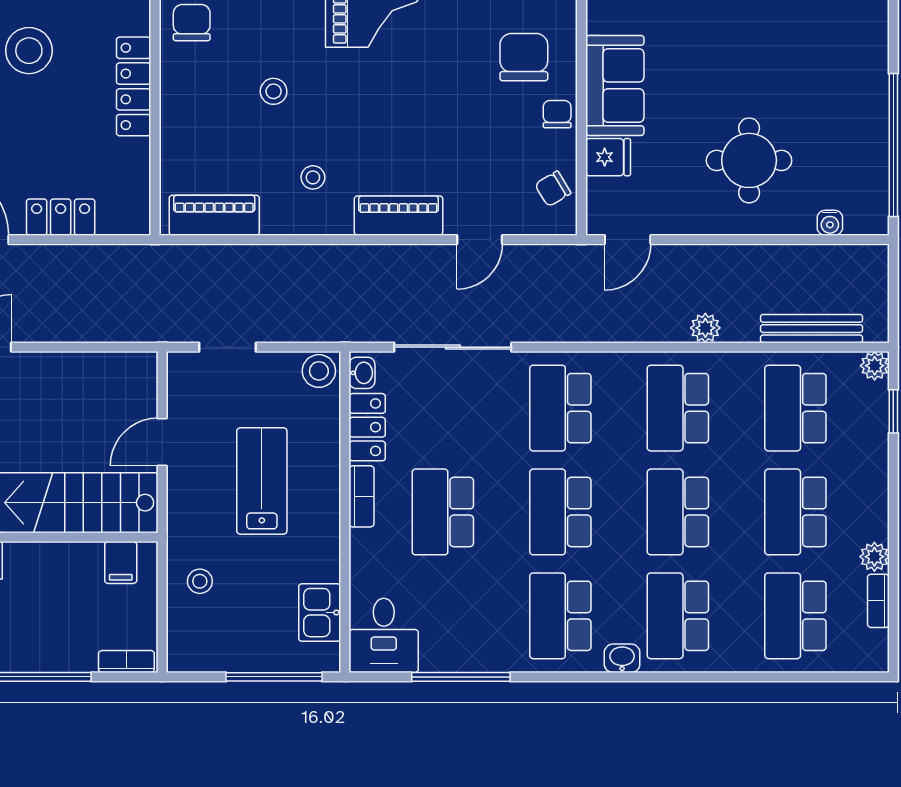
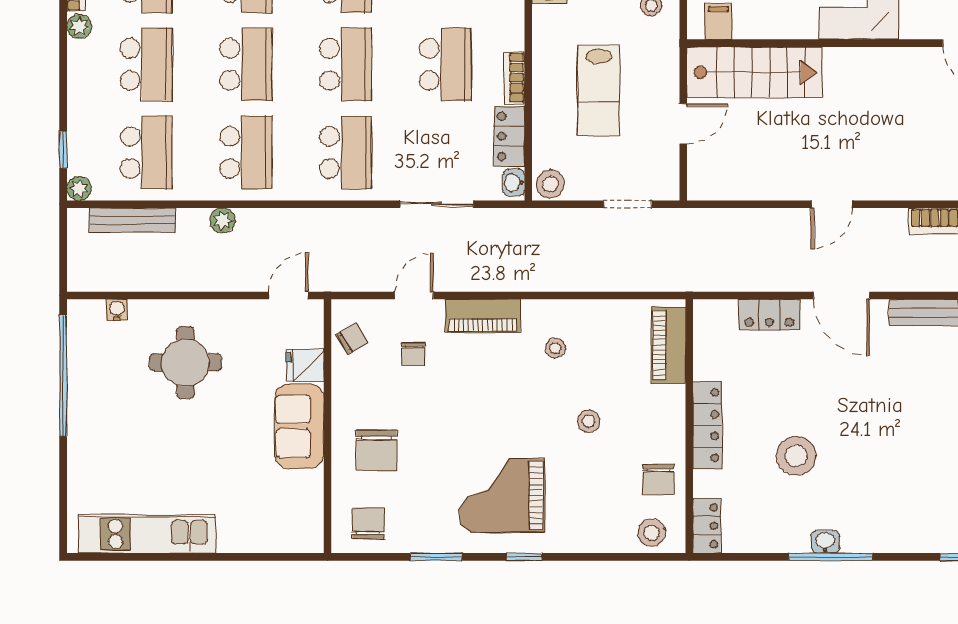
chair: (557, 114) -> (413, 354), moved
piano: (214, 215) -> (669, 345), moved, turned 90
sliding door: (453, 347) -> (437, 204), width x0.73

